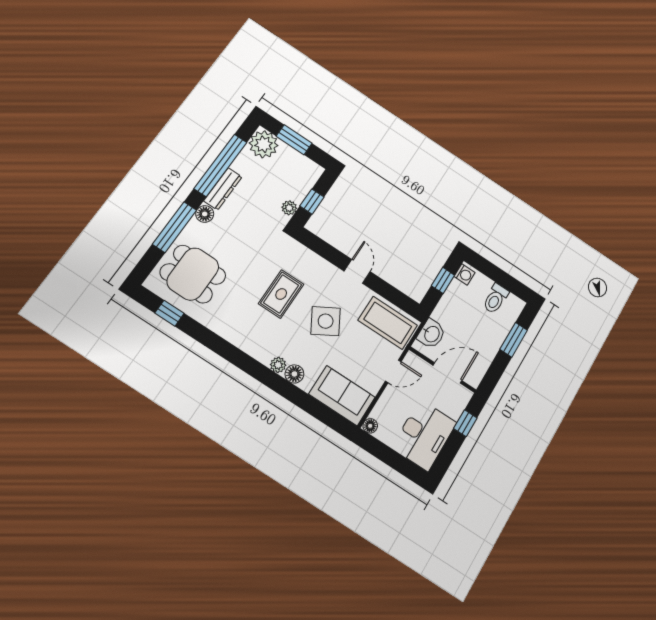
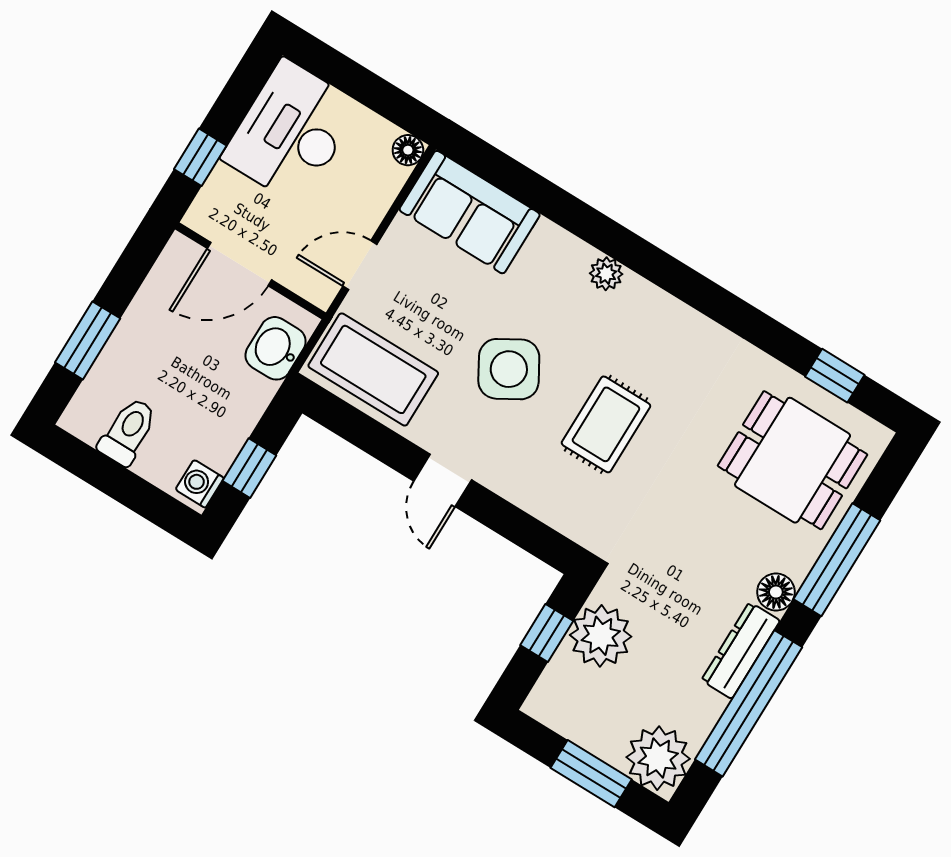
plant: (289, 208) -> (601, 636), width x1.87, depth x1.87
floor lamp: (294, 374) -> (571, 255), removed

